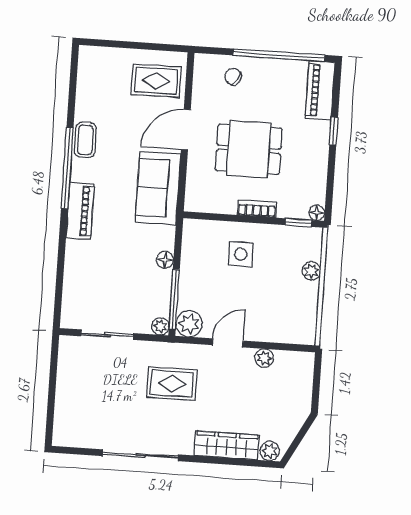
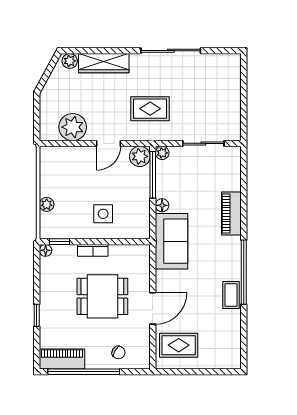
piano: (320, 90) -> (62, 359), moved, turned -90
sofa: (158, 188) -> (171, 241), moved
piano: (80, 211) -> (231, 213), moved
plant: (264, 358) -> (73, 127), width x1.87, depth x1.87

